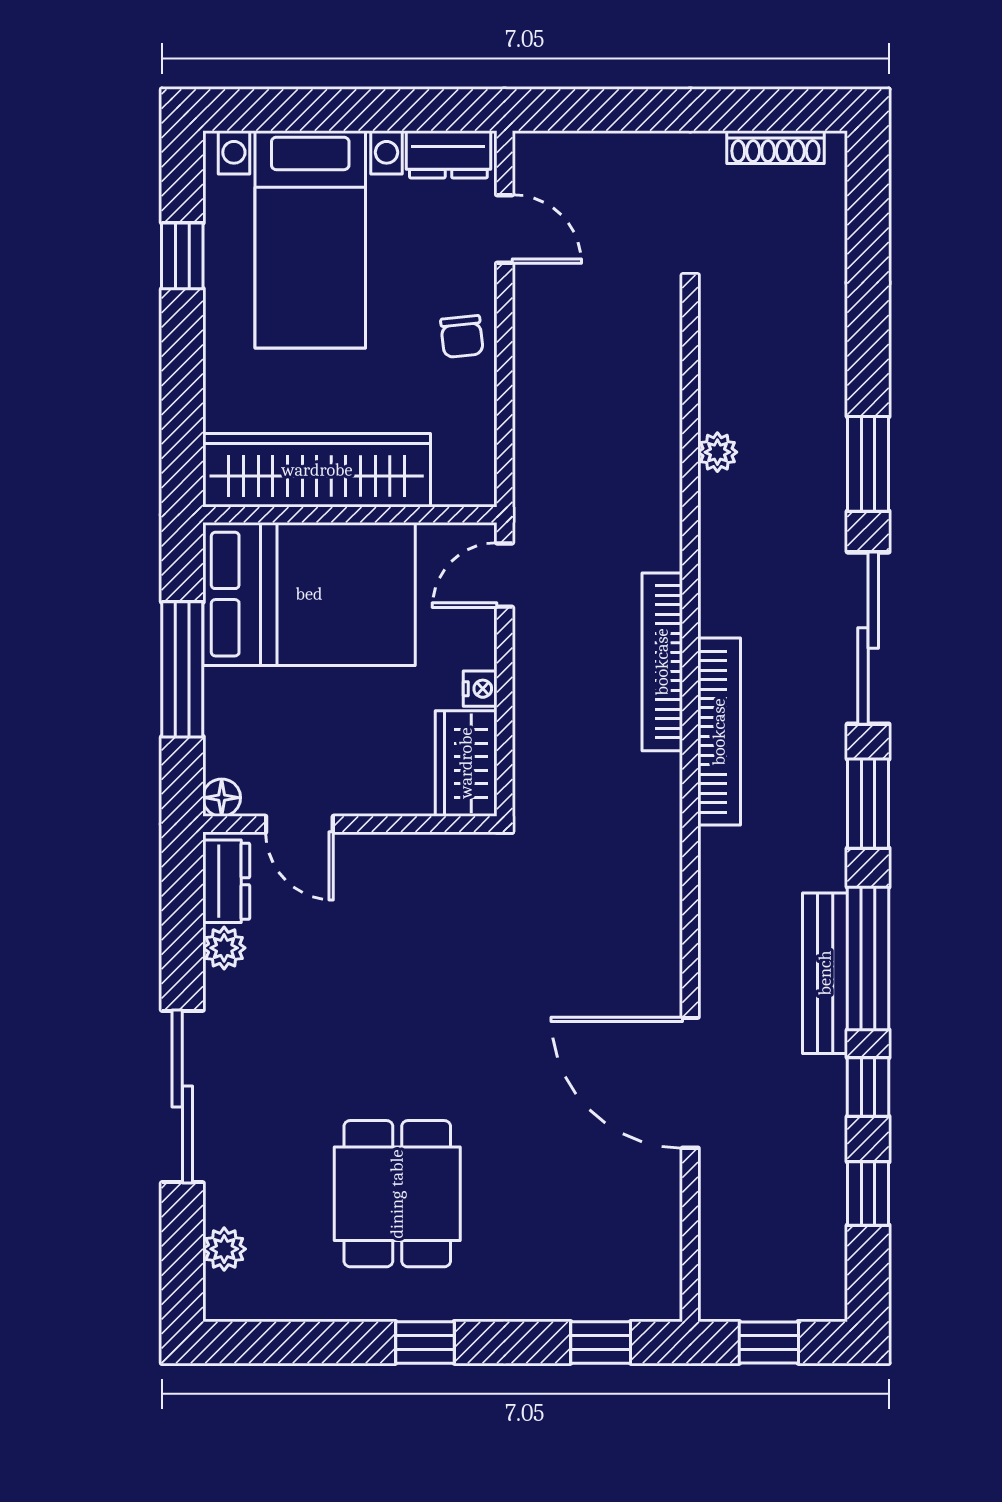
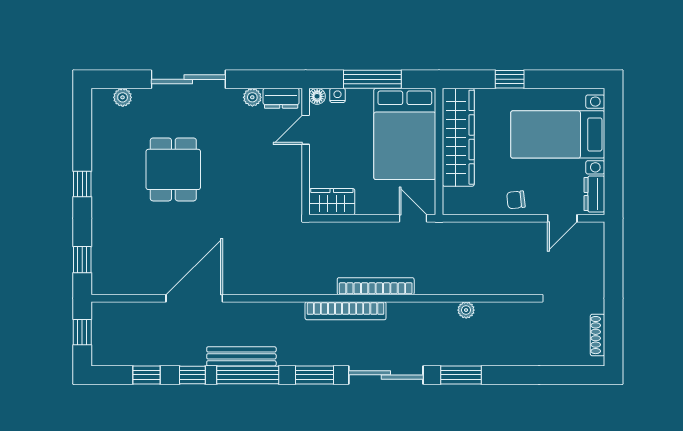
window: (182, 256) -> (510, 79), moved
nightstand: (480, 689) -> (338, 95), moved, turned 180
dining table: (397, 1194) -> (173, 169), moved, turned 90

